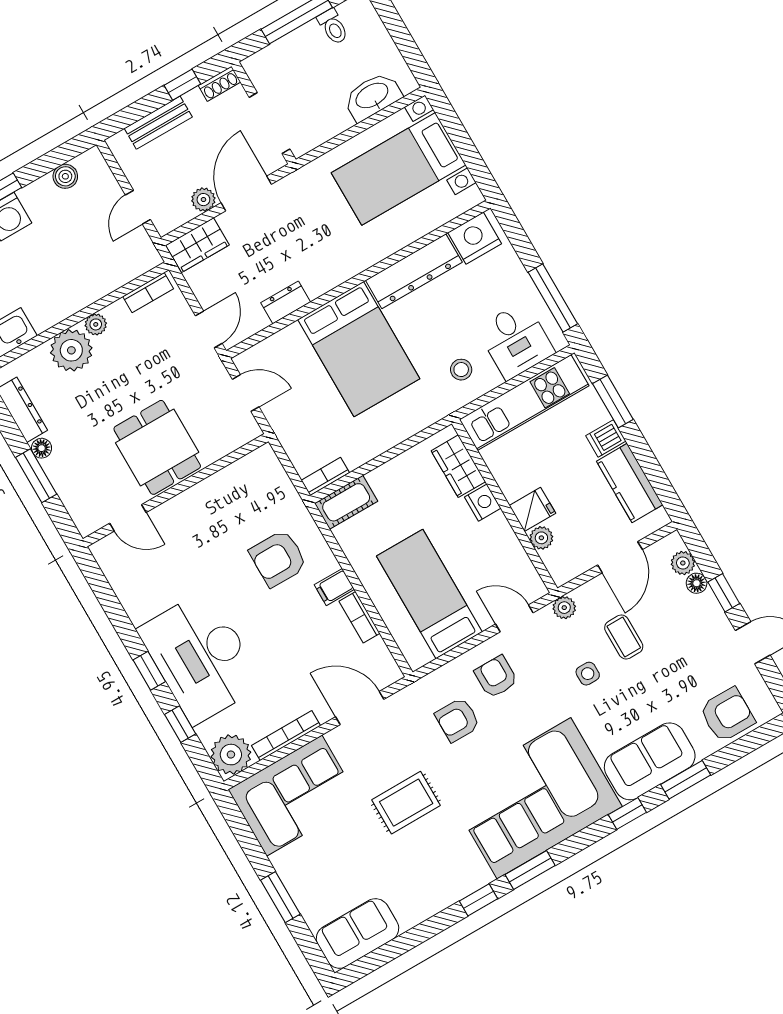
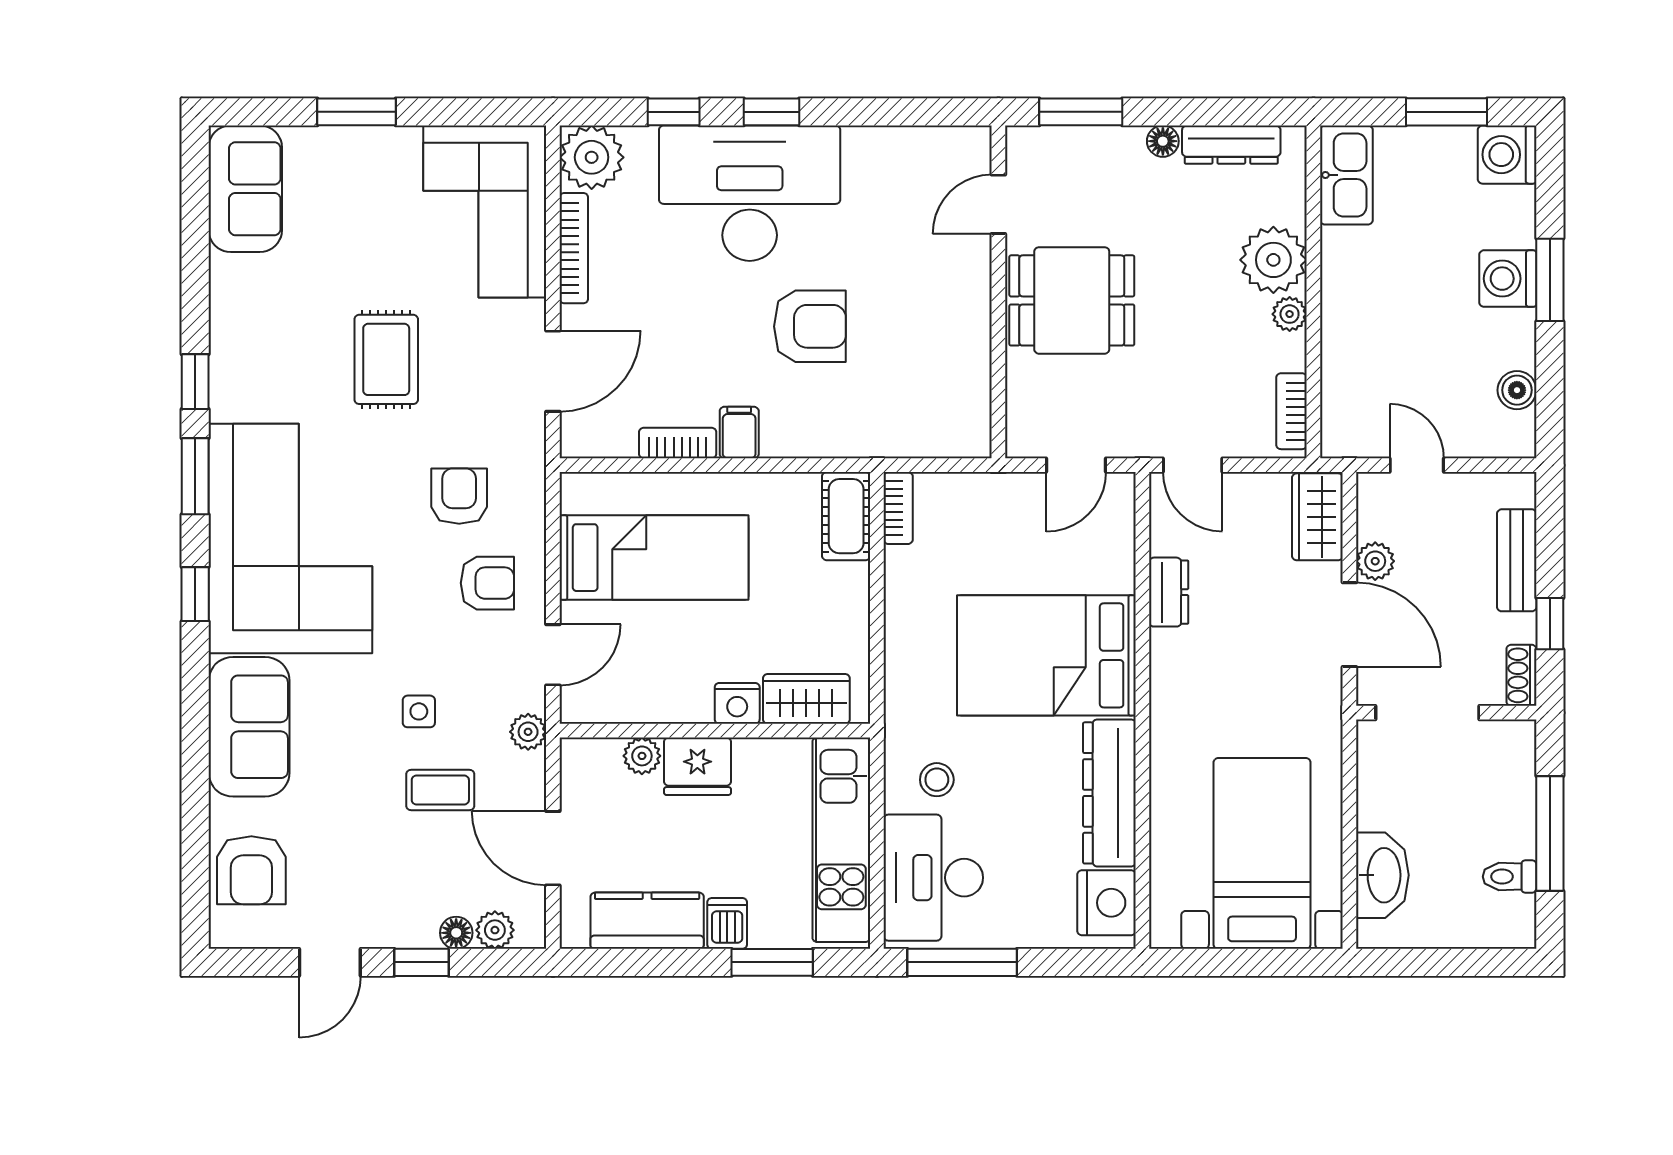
desk: (516, 340) -> (933, 878), width x1.37
window: (36, 476) -> (1081, 112), moved
fridge: (532, 509) -> (697, 766), width x1.38
armchair: (278, 558) -> (810, 326), moved, turned 90
window: (686, 780) -> (195, 762), removed
window: (627, 814) -> (195, 594), moved

